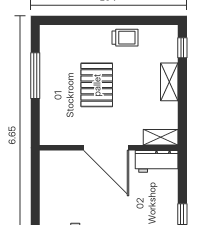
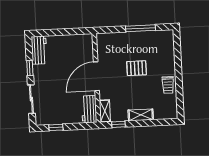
window: (182, 48) -> (119, 124), moved
pallet: (97, 85) -> (137, 68), width x0.67, depth x0.71

